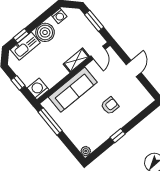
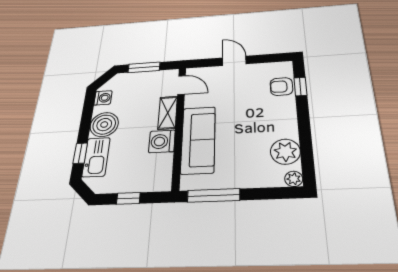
washing machine: (38, 89) -> (162, 141), moved
armchair: (110, 106) -> (281, 87), moved, turned -90
window: (118, 136) -> (300, 87), moved
plant: (97, 137) -> (285, 152), added

